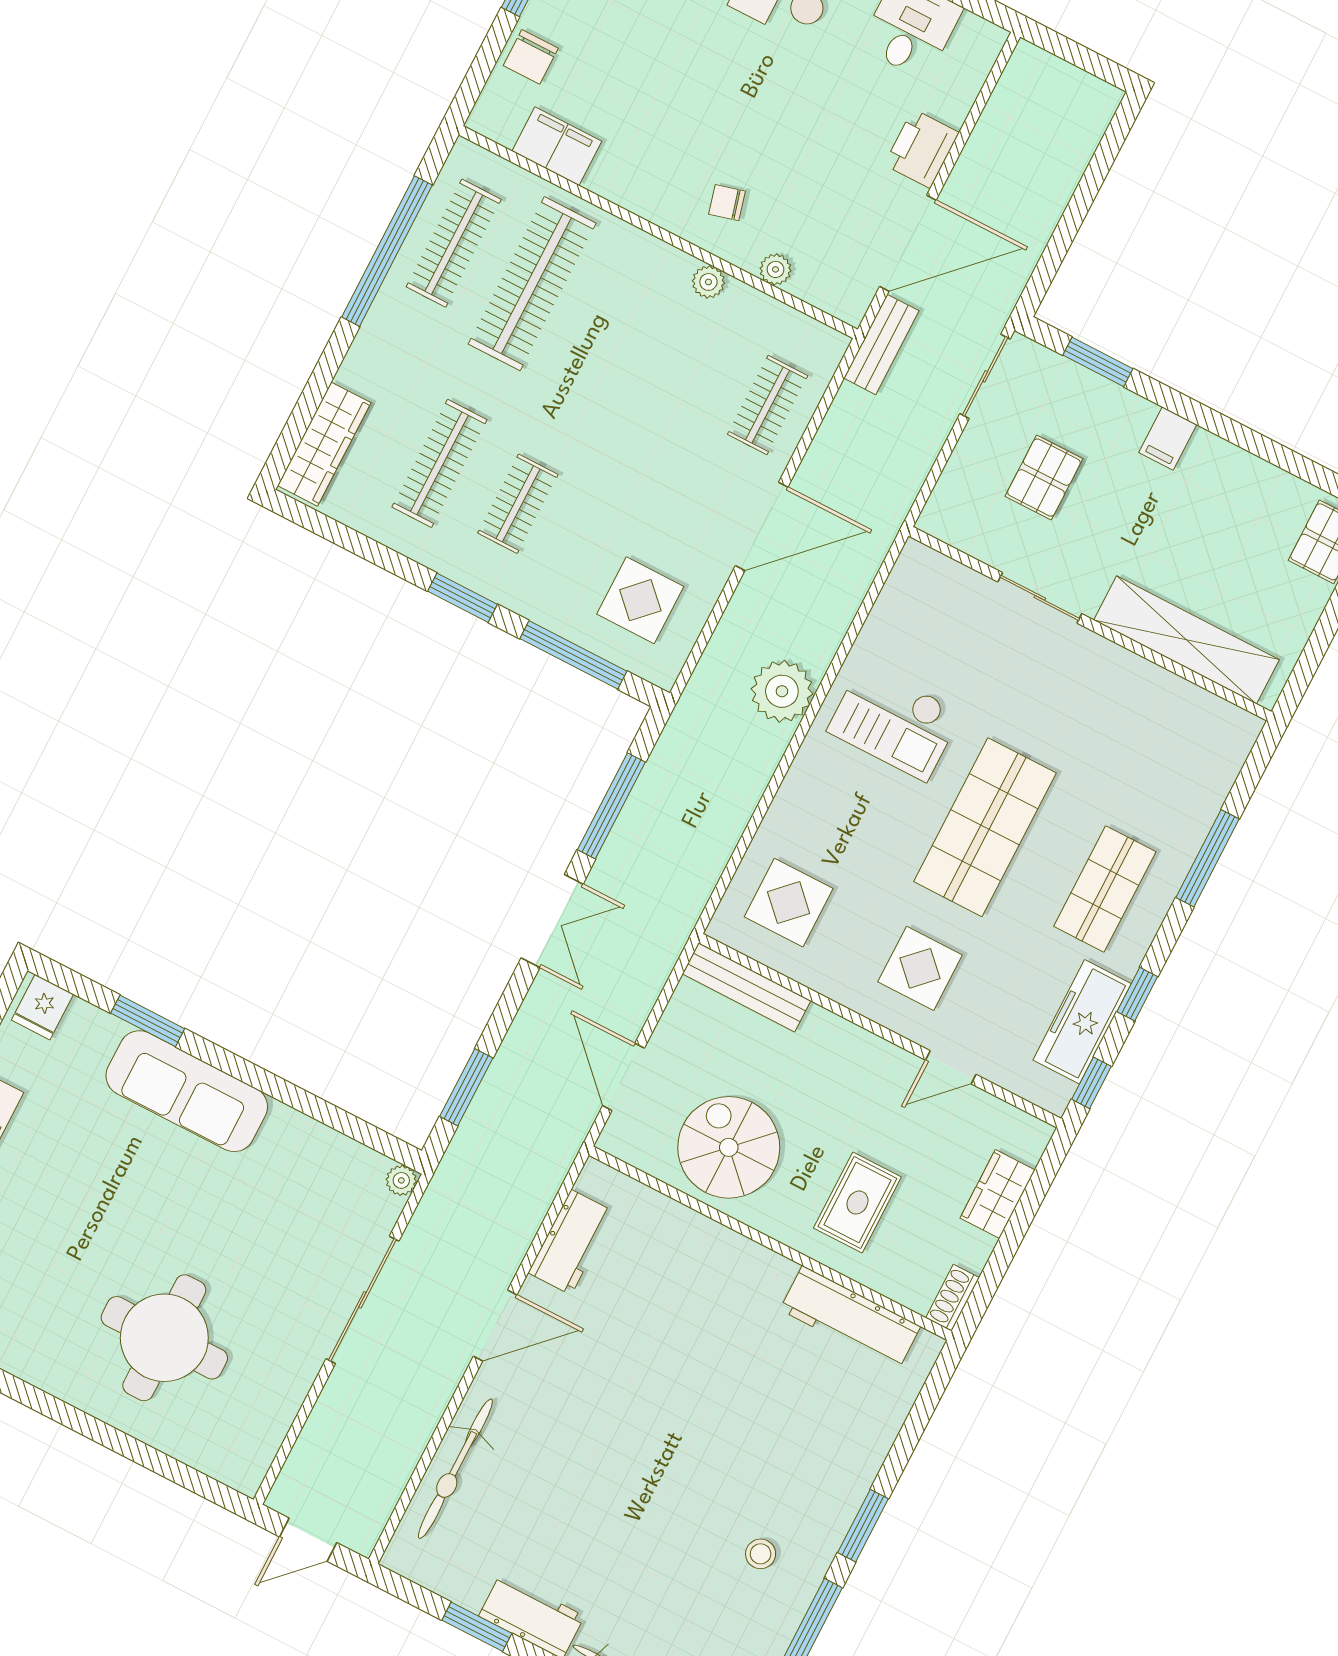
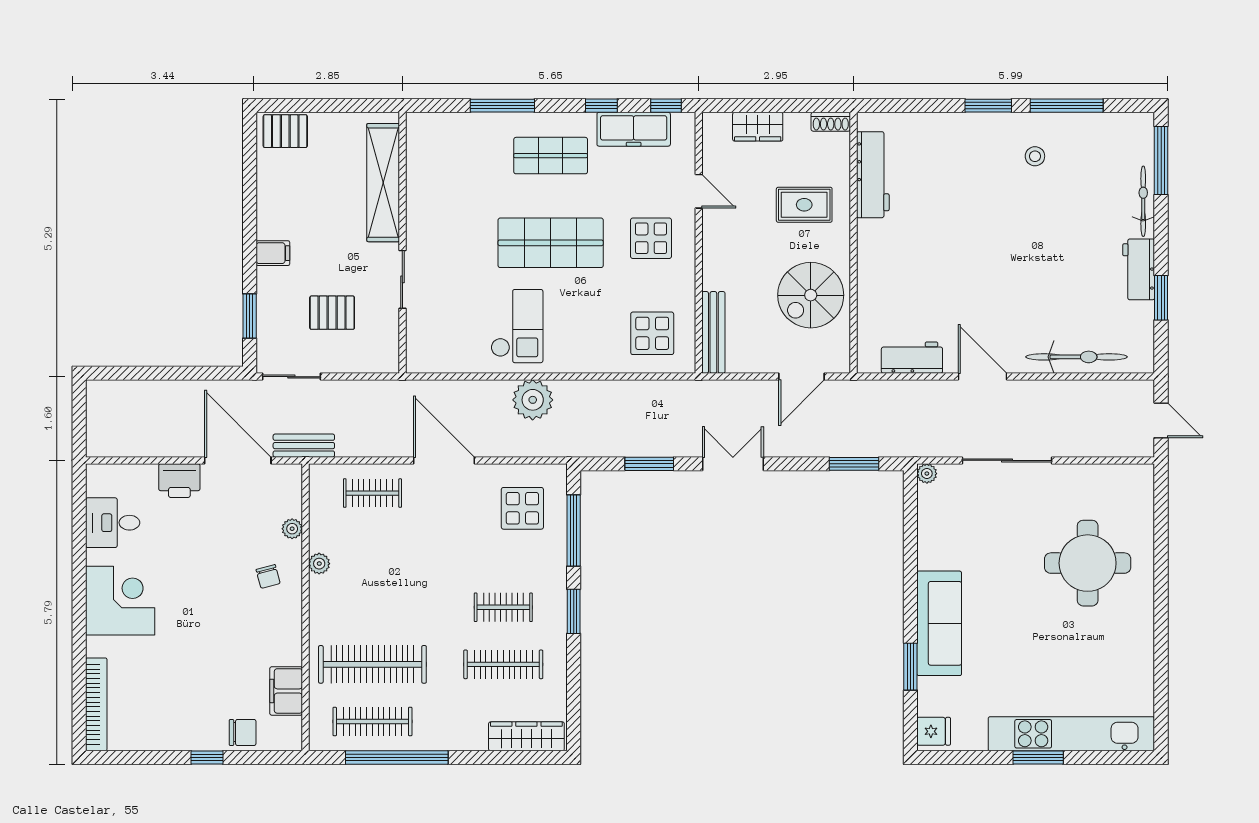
window: (611, 806) -> (649, 464), width x0.69

